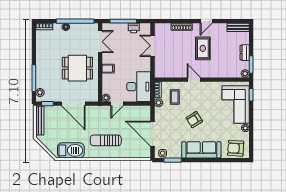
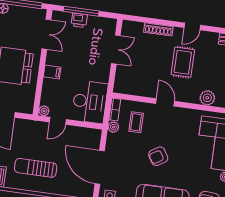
printer: (134, 28) -> (79, 20), moved
double door: (153, 46) -> (116, 49), swing flipped
plant: (224, 72) -> (207, 98), added

